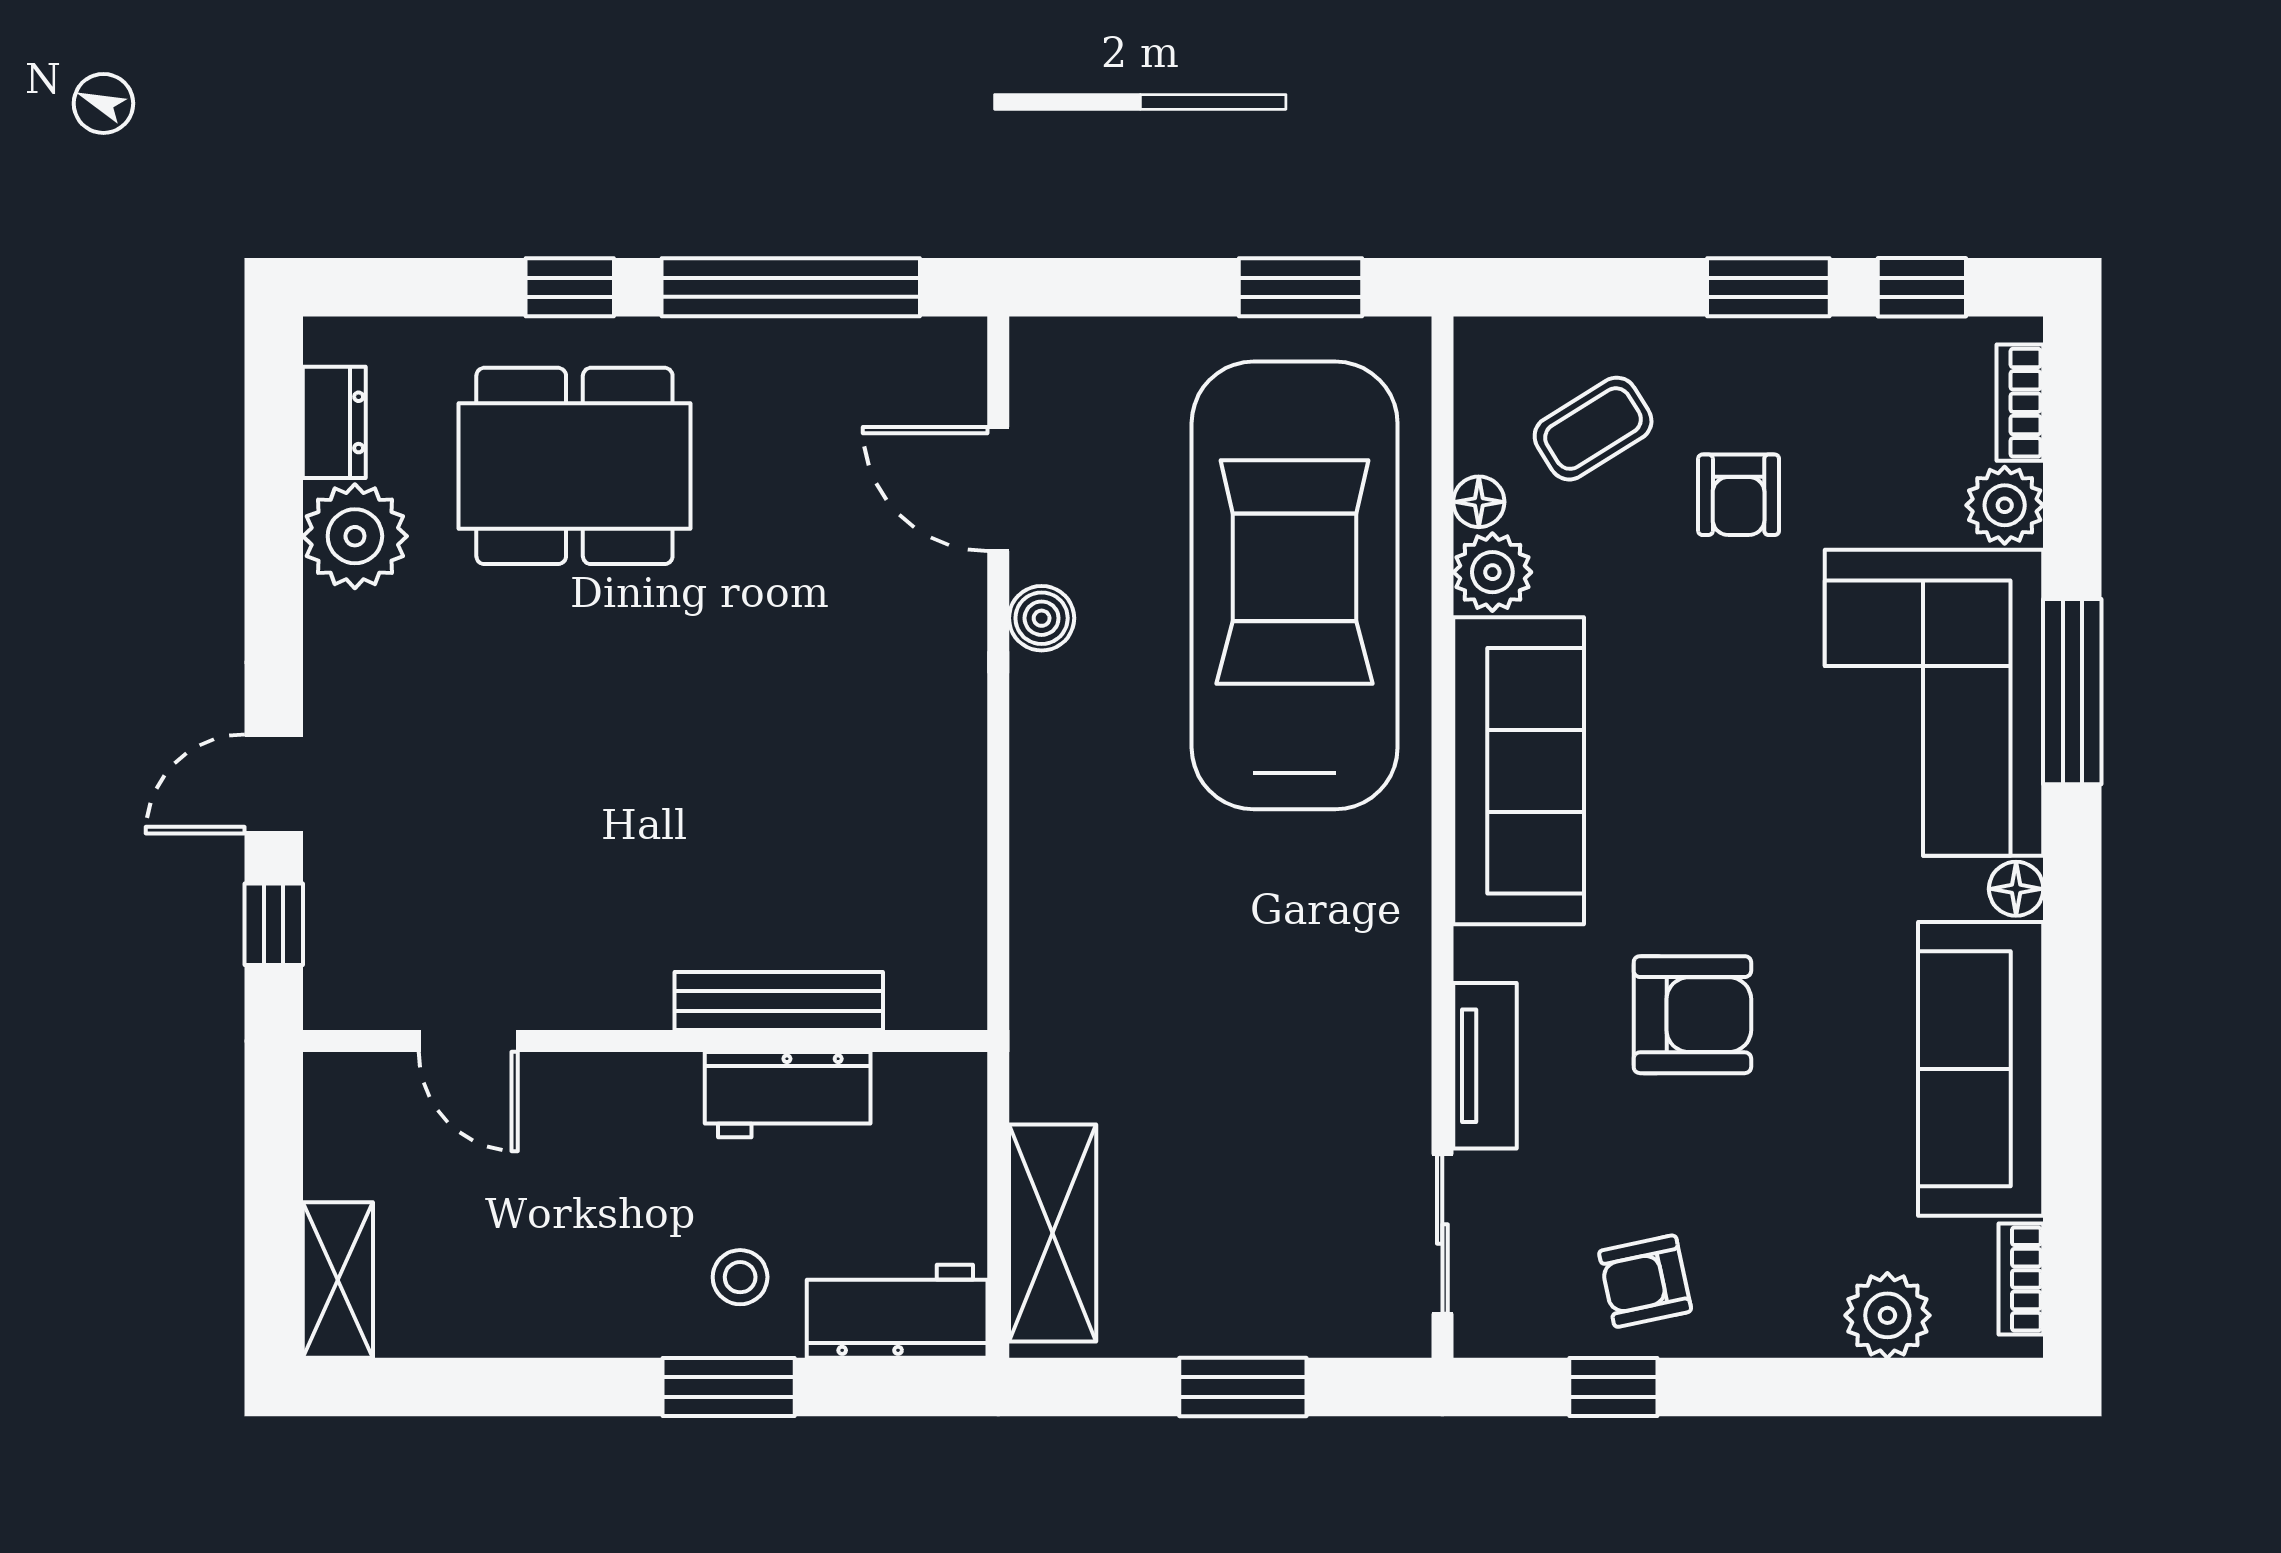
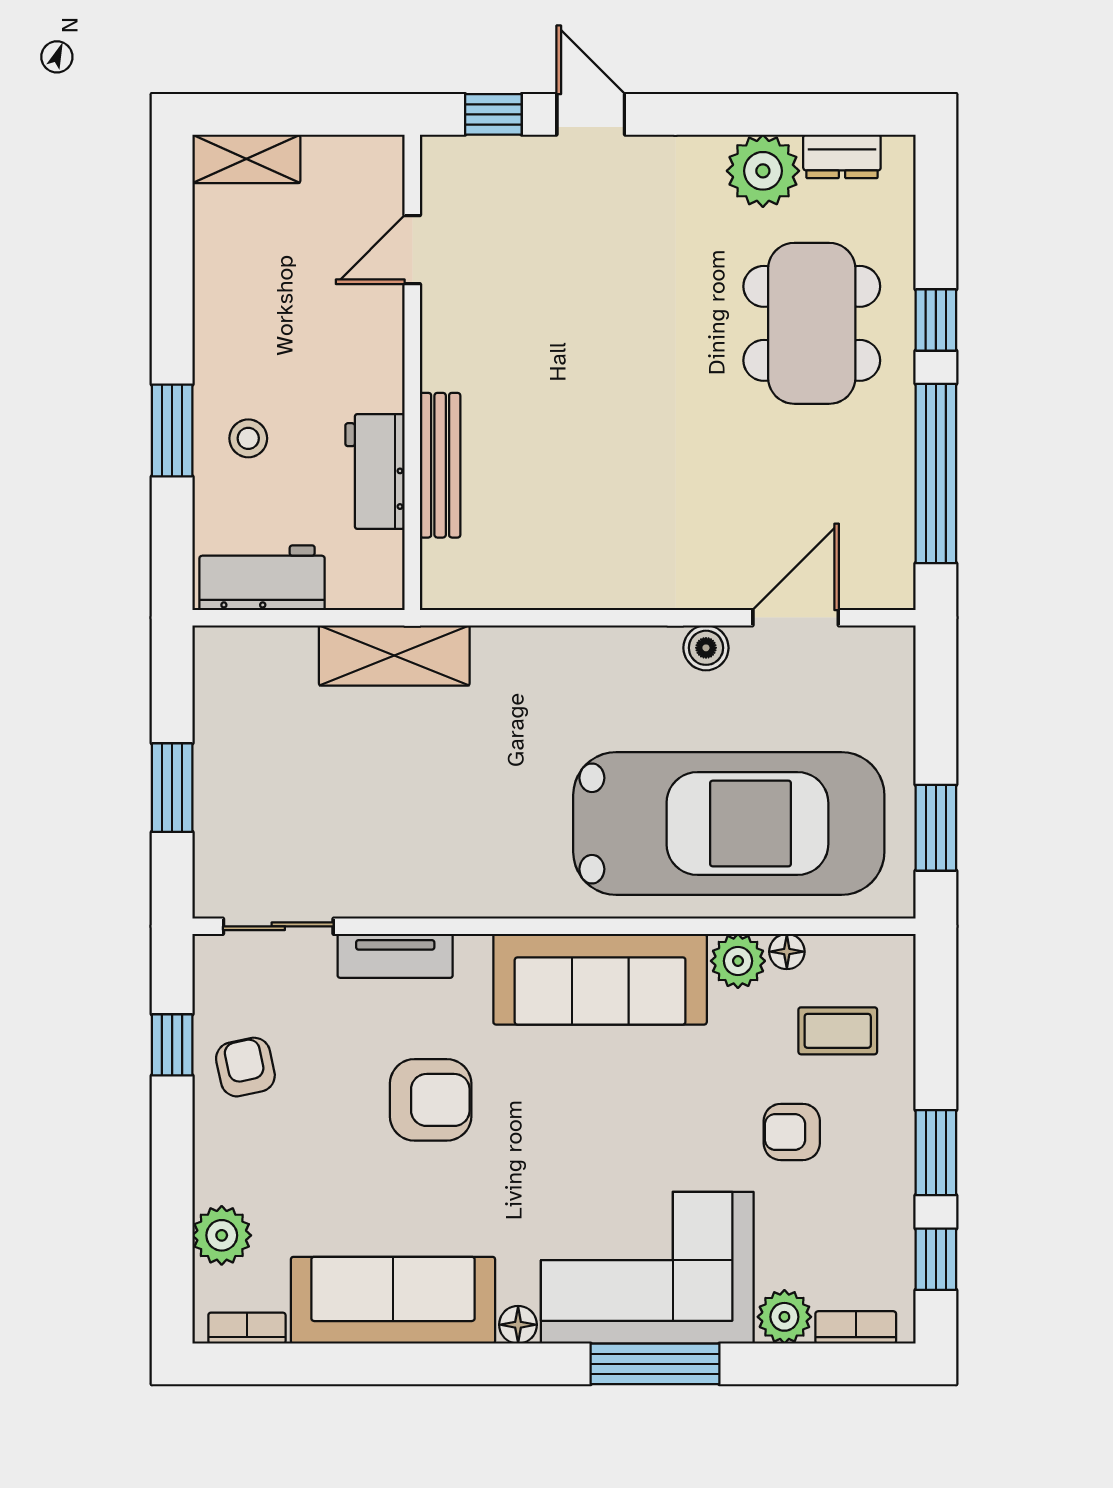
coffee table: (1593, 429) -> (838, 1031), turned -58
armchair: (1692, 1015) -> (431, 1100), turned -90
shelving: (1053, 1233) -> (394, 655), moved
workbench: (897, 1311) -> (262, 578), moved, turned -90

